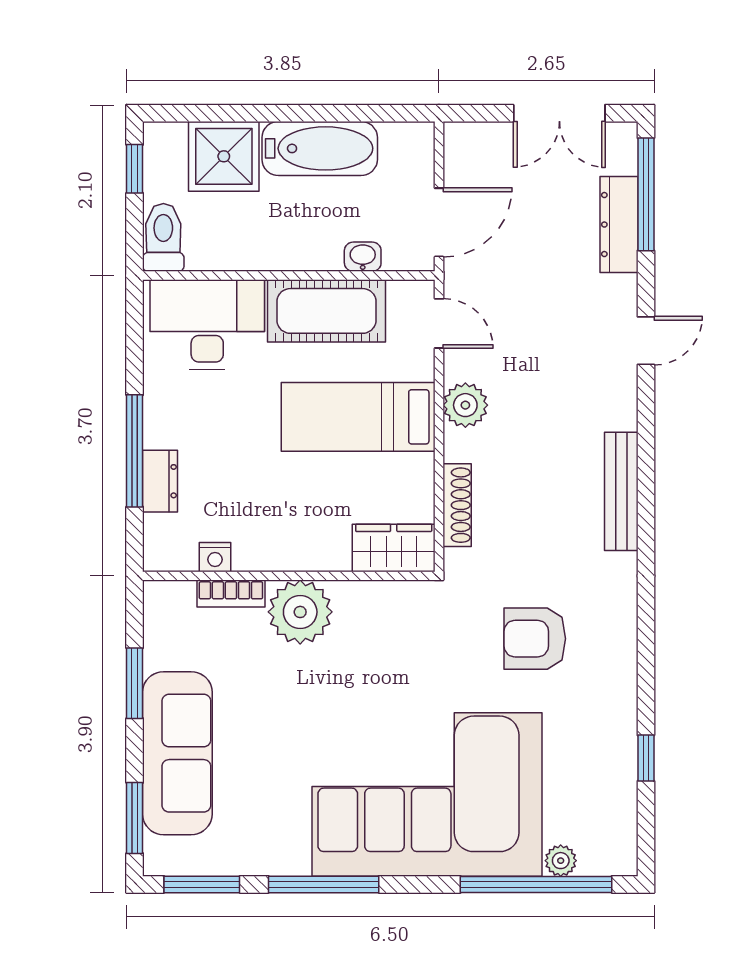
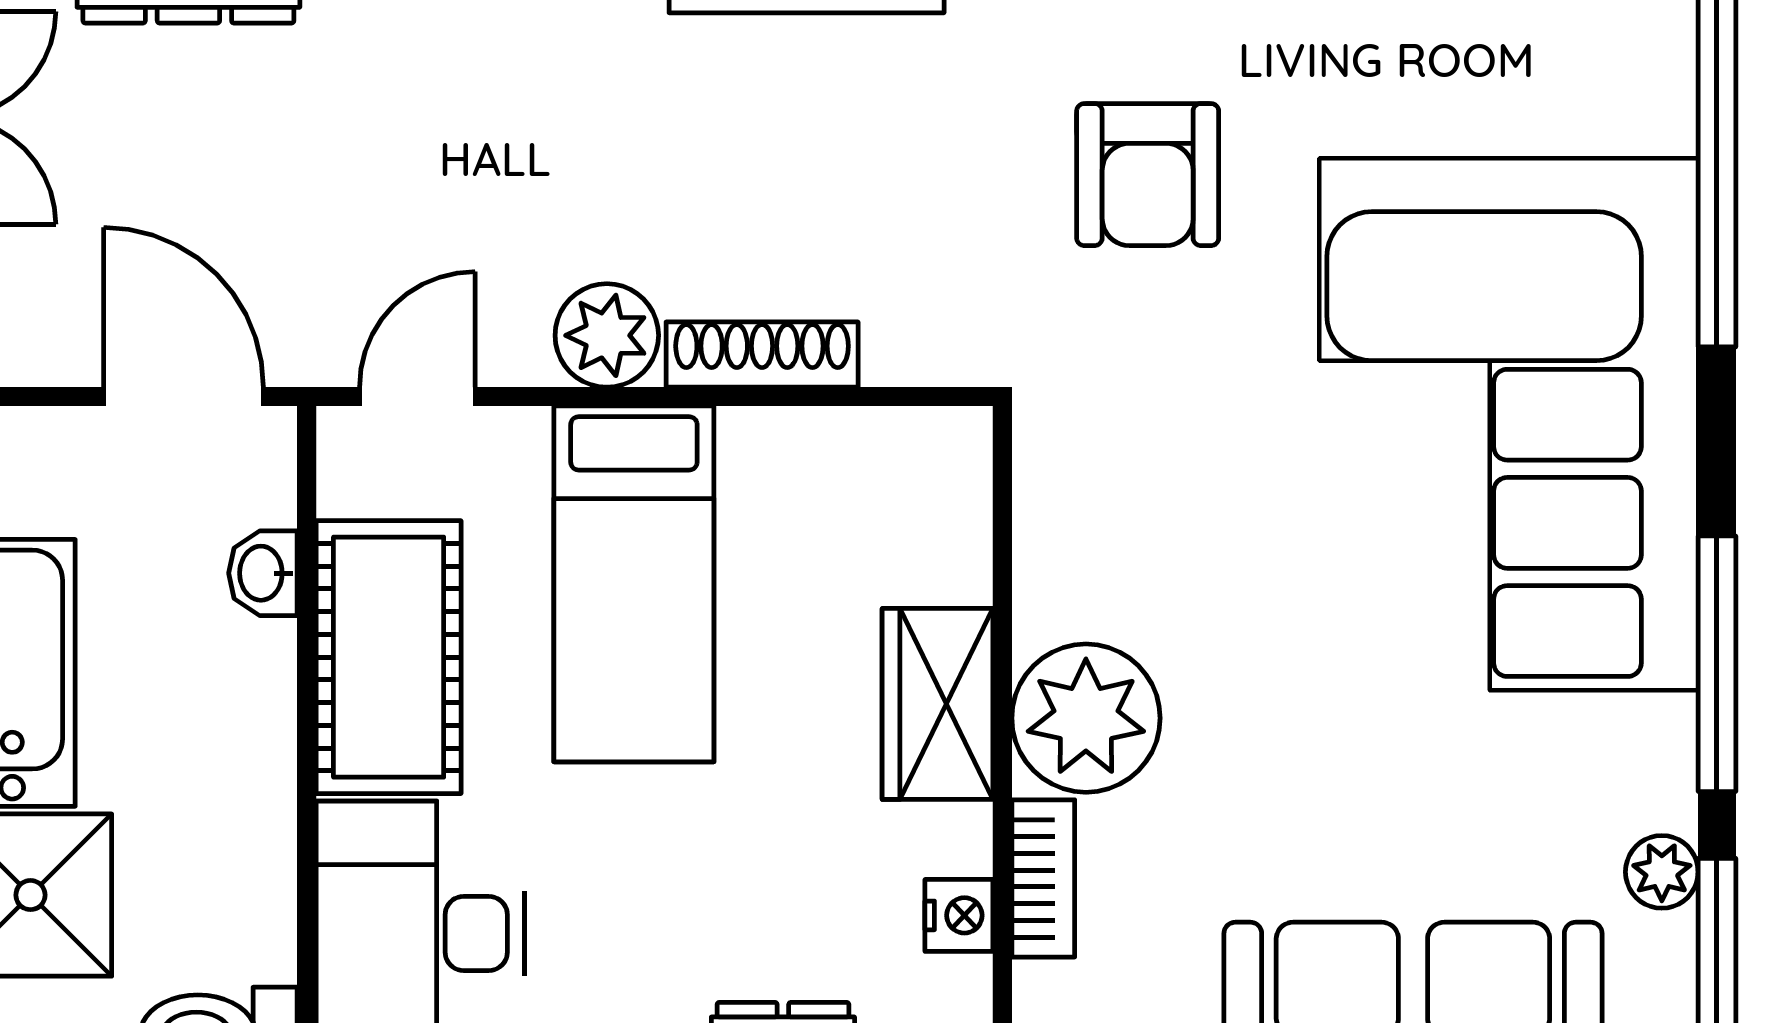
shoe rack: (457, 505) -> (762, 355), moved
wardrobe: (394, 548) -> (938, 704), moved
plant: (561, 861) -> (1662, 872), moved

